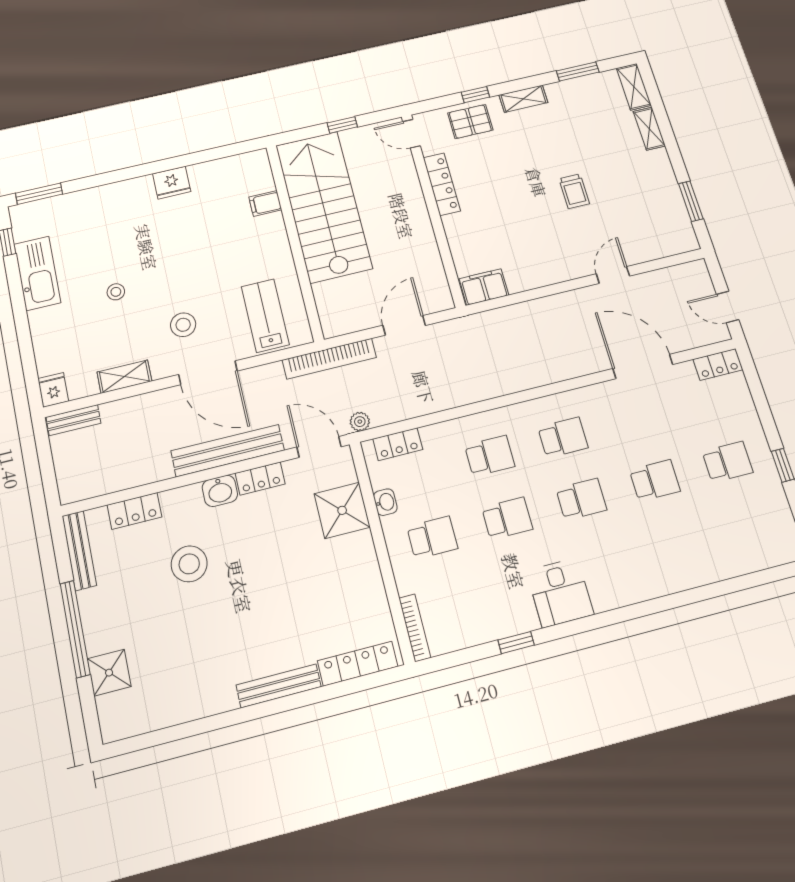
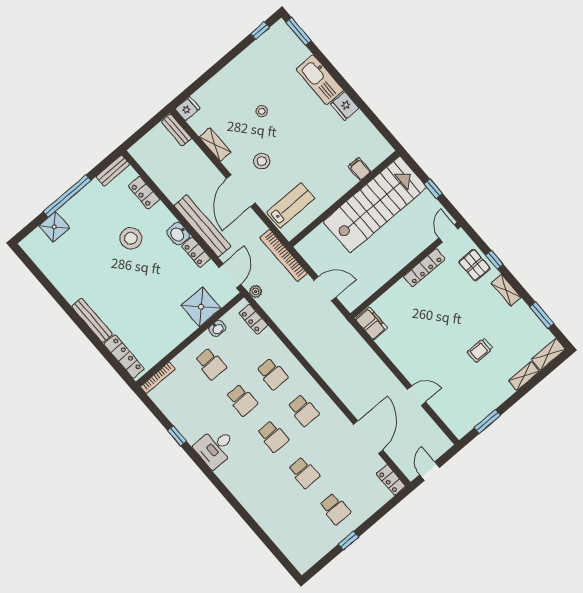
trolley: (574, 191) -> (480, 350), moved
kitchen sink: (37, 273) -> (320, 80), moved, turned 90
bench: (79, 551) -> (113, 171), width x0.73

